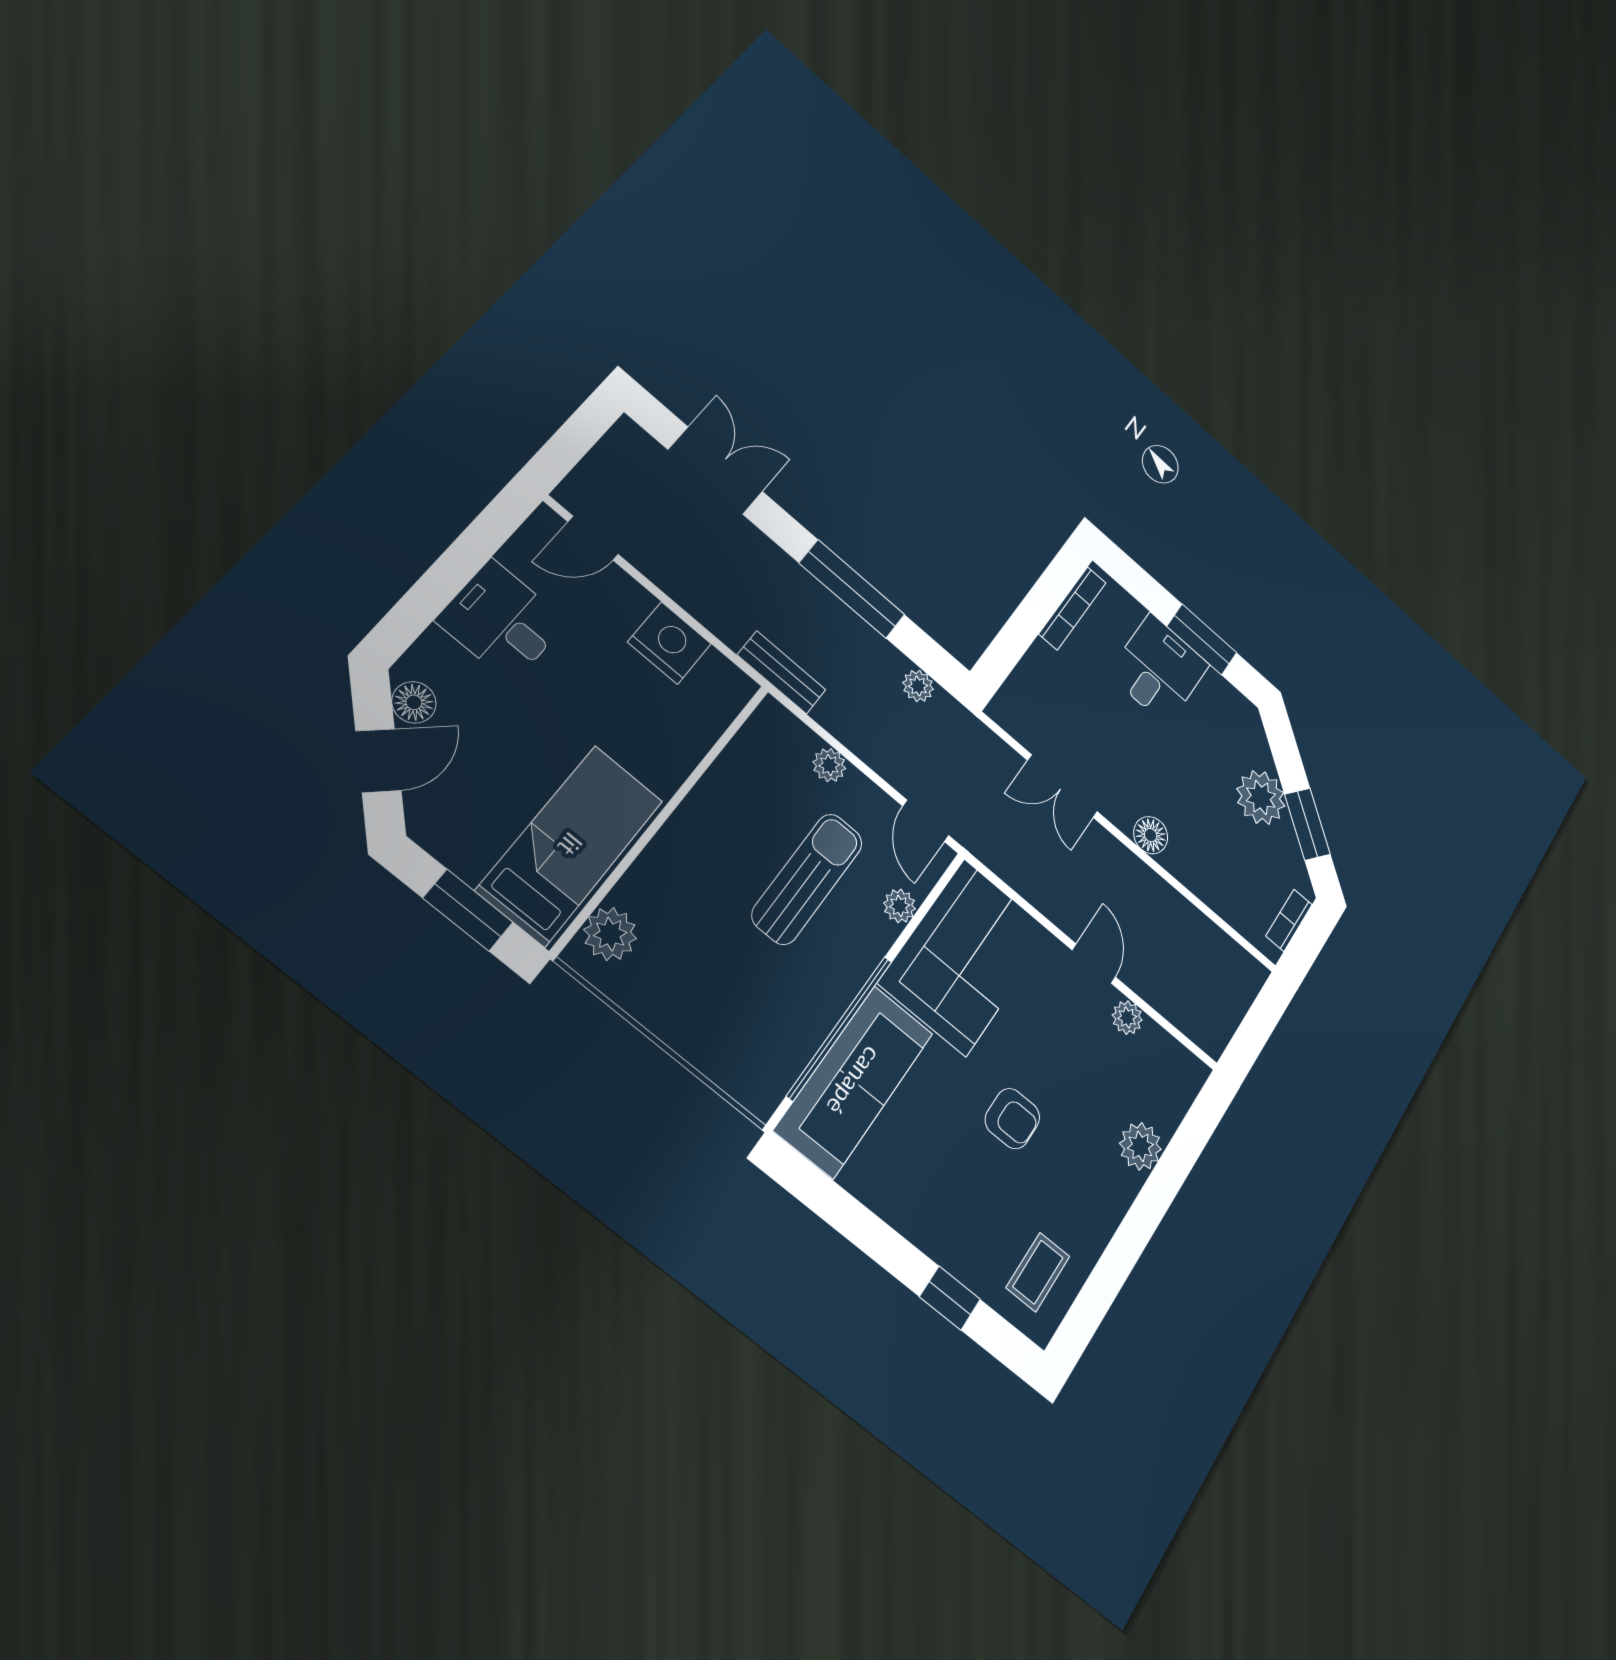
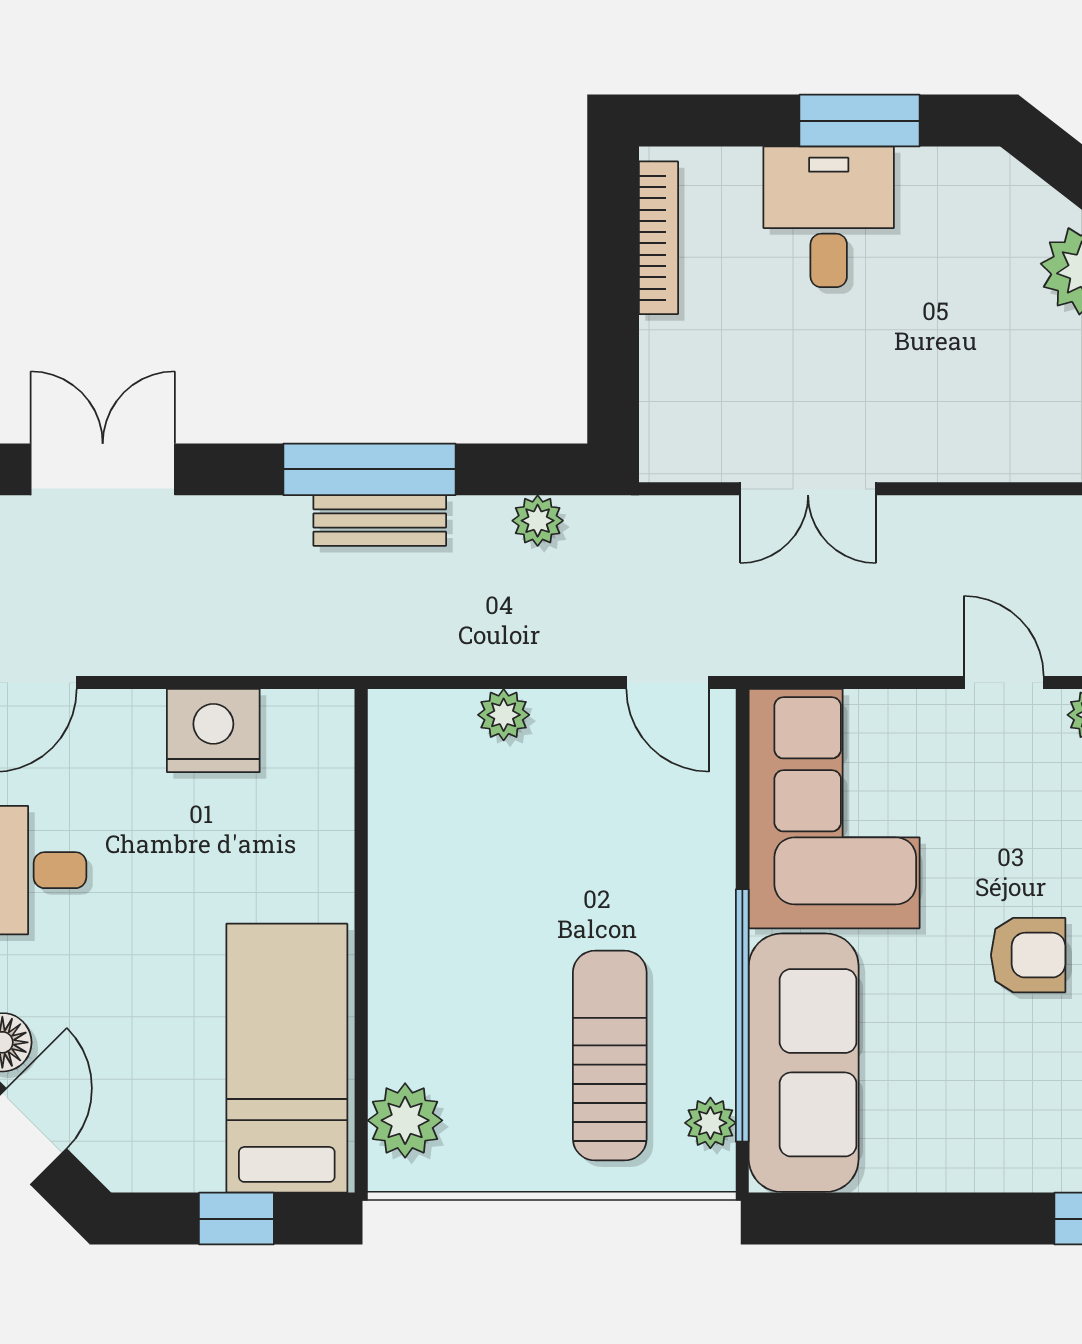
bench: (782, 672) -> (380, 521), moved
floor lamp: (1151, 835) -> (968, 453), removed
sun lounger: (807, 879) -> (610, 1056), moved
plant: (900, 906) -> (710, 1123), moved
window: (468, 910) -> (236, 1219), width x0.67

